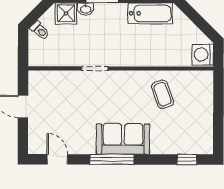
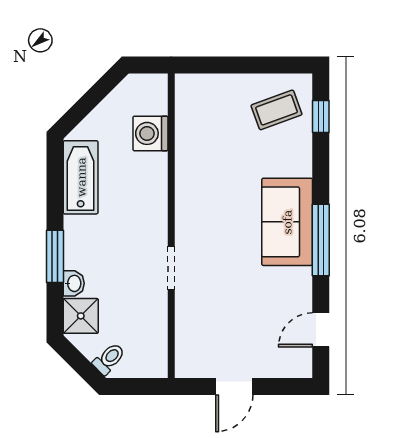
washing machine: (203, 55) -> (150, 133), moved, turned 90
coffee table: (163, 94) -> (277, 110), moved

